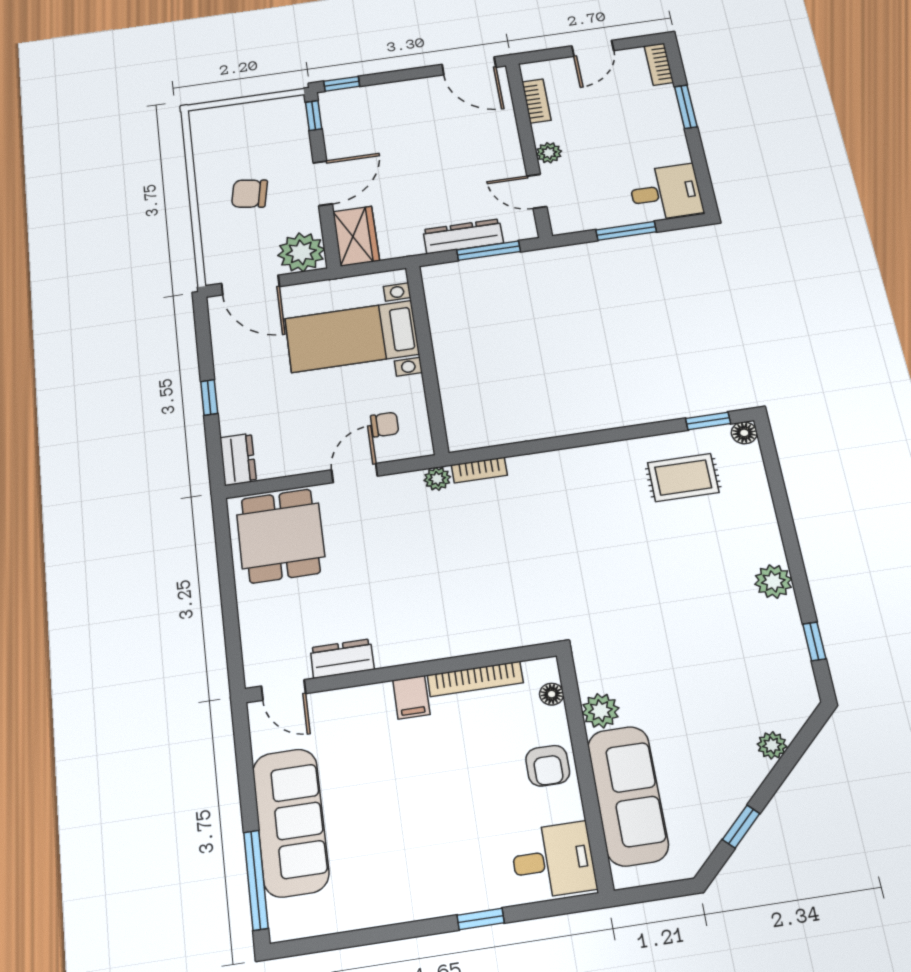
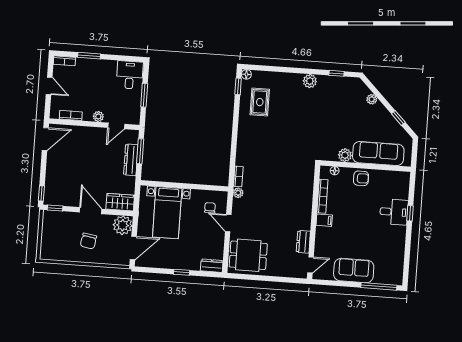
sofa: (290, 822) -> (354, 271), width x0.73
desk: (553, 860) -> (394, 212), moved, turned 90

